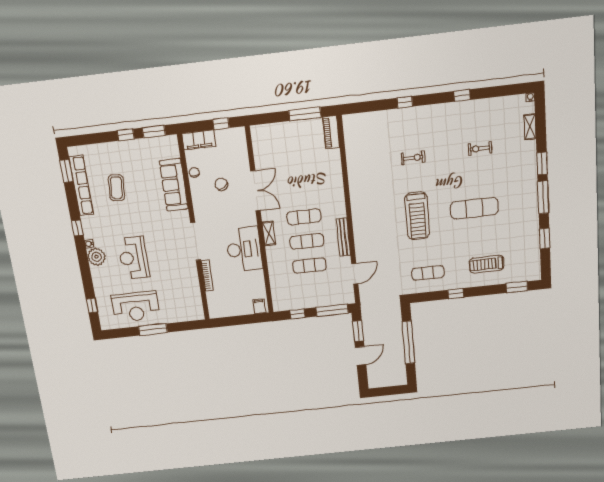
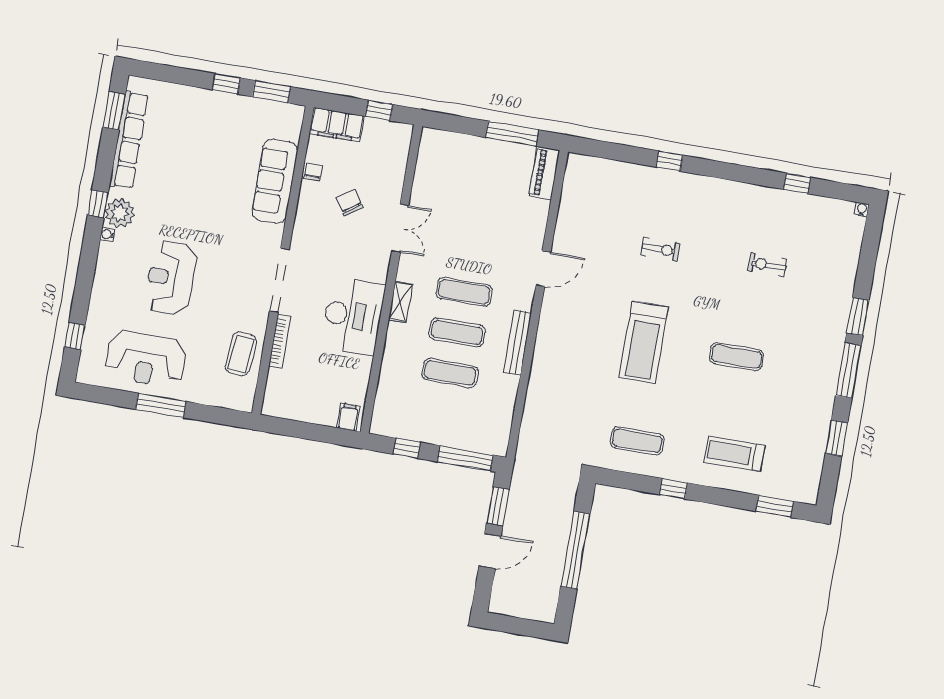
window: (462, 96) -> (797, 183), moved
shelving: (530, 127) -> (852, 254), removed
coffee table: (116, 188) -> (241, 354), moved
double door: (255, 191) -> (400, 228), width x0.73
exercise mat: (474, 208) -> (737, 357), width x0.73, depth x0.69
plant: (96, 257) -> (120, 213), moved
door: (355, 274) -> (543, 269), moved

